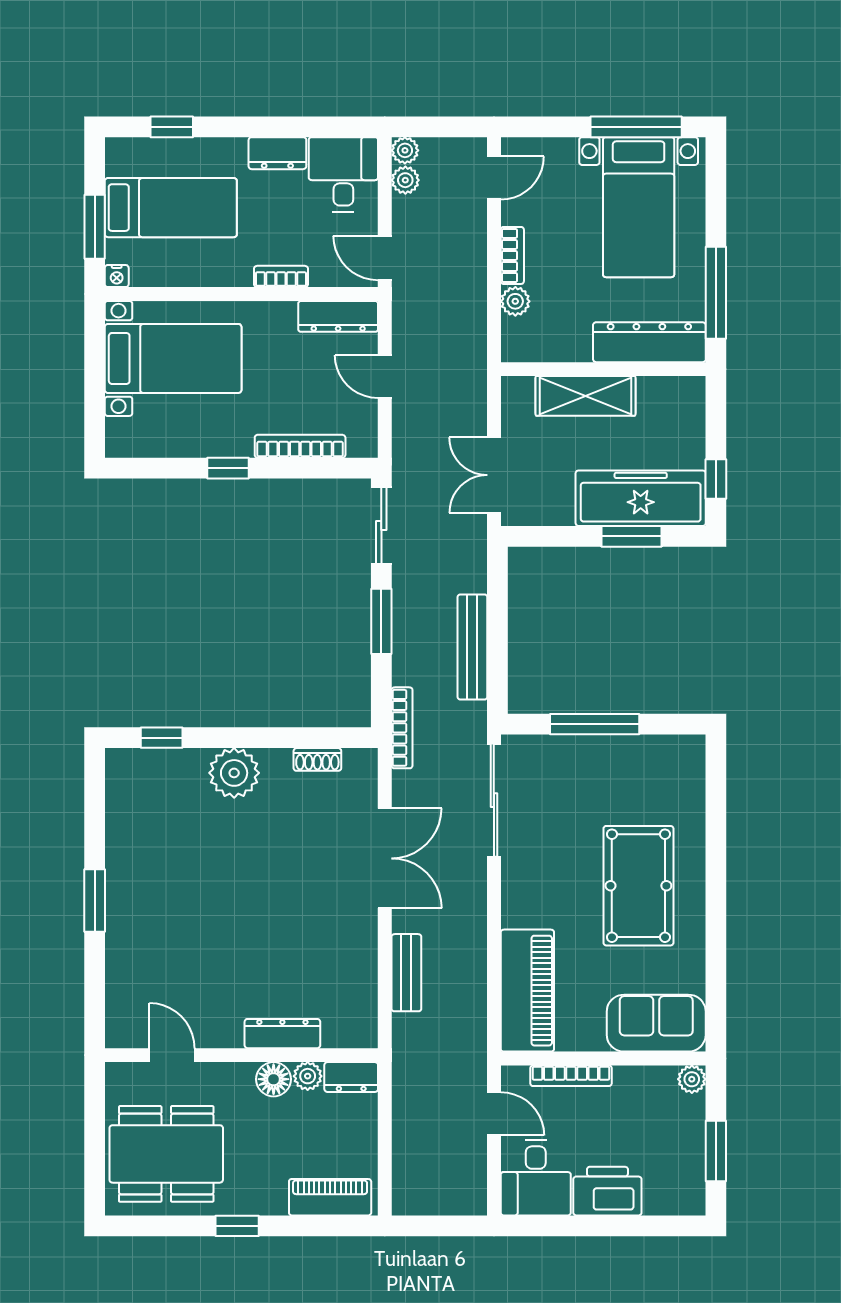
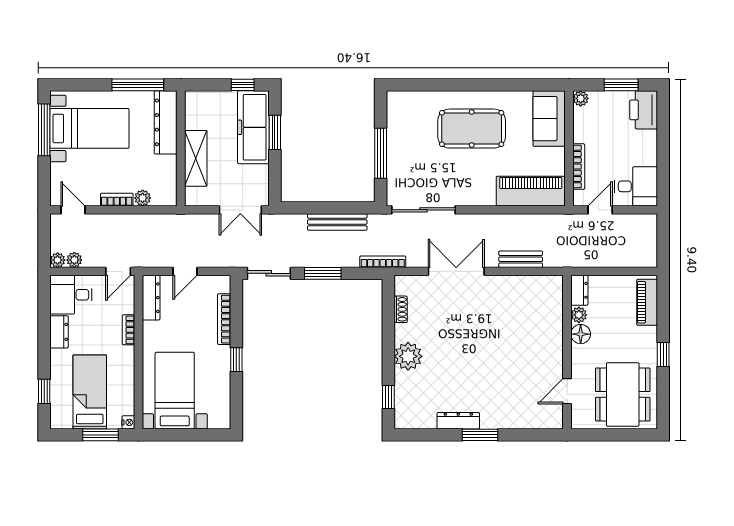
dresser: (282, 1034) -> (458, 421), moved, turned 90
printer: (607, 1191) -> (644, 110), moved

